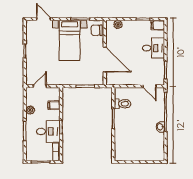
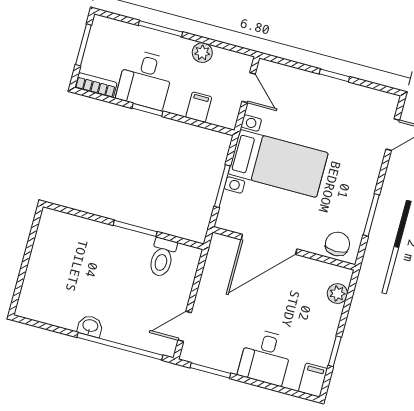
bed with nightstands: (70, 40) -> (278, 163), moved, turned 180

